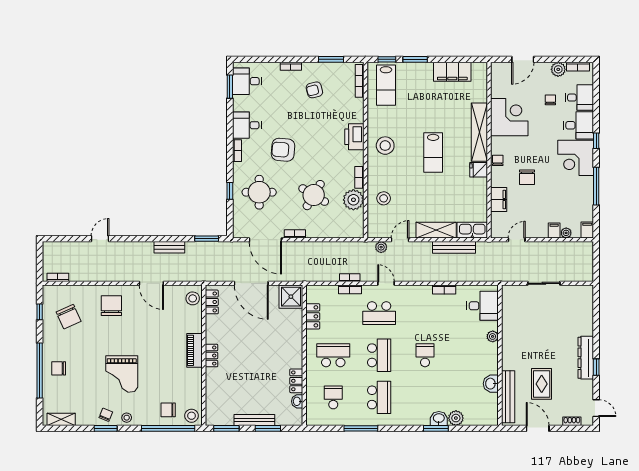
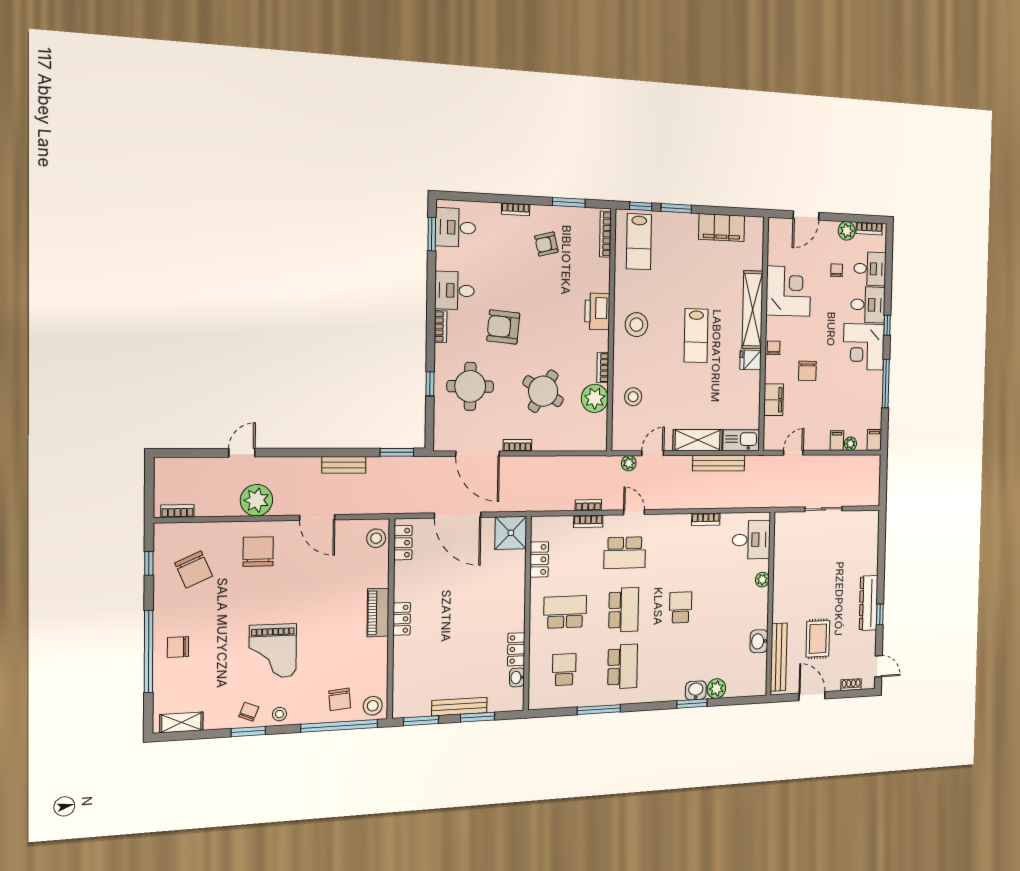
plant: (110, 271) -> (256, 500), added
chair: (168, 410) -> (340, 699), turned -95

